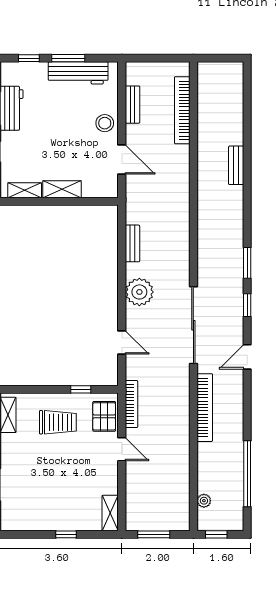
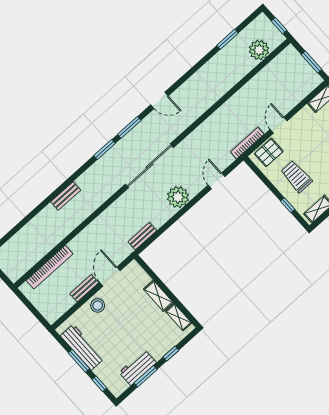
bench: (133, 105) -> (84, 288), moved
bench: (236, 165) -> (66, 196), moved
bench: (132, 243) -> (142, 236), moved
window: (247, 305) -> (129, 127), width x1.50
sliding door: (193, 325) -> (149, 166), moved
window: (81, 389) -> (288, 205), moved
bookcase: (205, 408) -> (211, 99), removed
window: (247, 474) -> (227, 39), width x0.47
plant: (204, 501) -> (259, 50), width x1.88, depth x1.88

